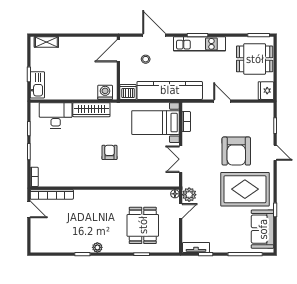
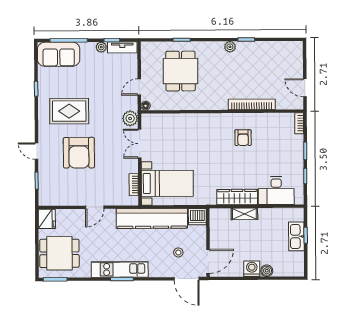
door: (154, 35) -> (187, 279), moved
shelving: (46, 42) -> (244, 214), moved
boiler: (65, 42) -> (267, 271), added
kitchen sink: (37, 85) -> (296, 236), moved
washing machine: (105, 92) -> (252, 269), moved, turned 180
door: (222, 101) -> (95, 207), hinge flipped
armchair: (236, 151) -> (79, 153), turned 180
armchair: (109, 152) -> (243, 138), moved
double door: (181, 159) -> (140, 144), swing flipped
rug: (245, 189) -> (69, 111), width x0.73, depth x0.69
bookcase: (52, 194) -> (252, 104), moved
plant: (189, 195) -> (130, 118), moved
sofa: (263, 229) -> (59, 54), moved, turned 90
plant: (215, 248) -> (101, 47), added

